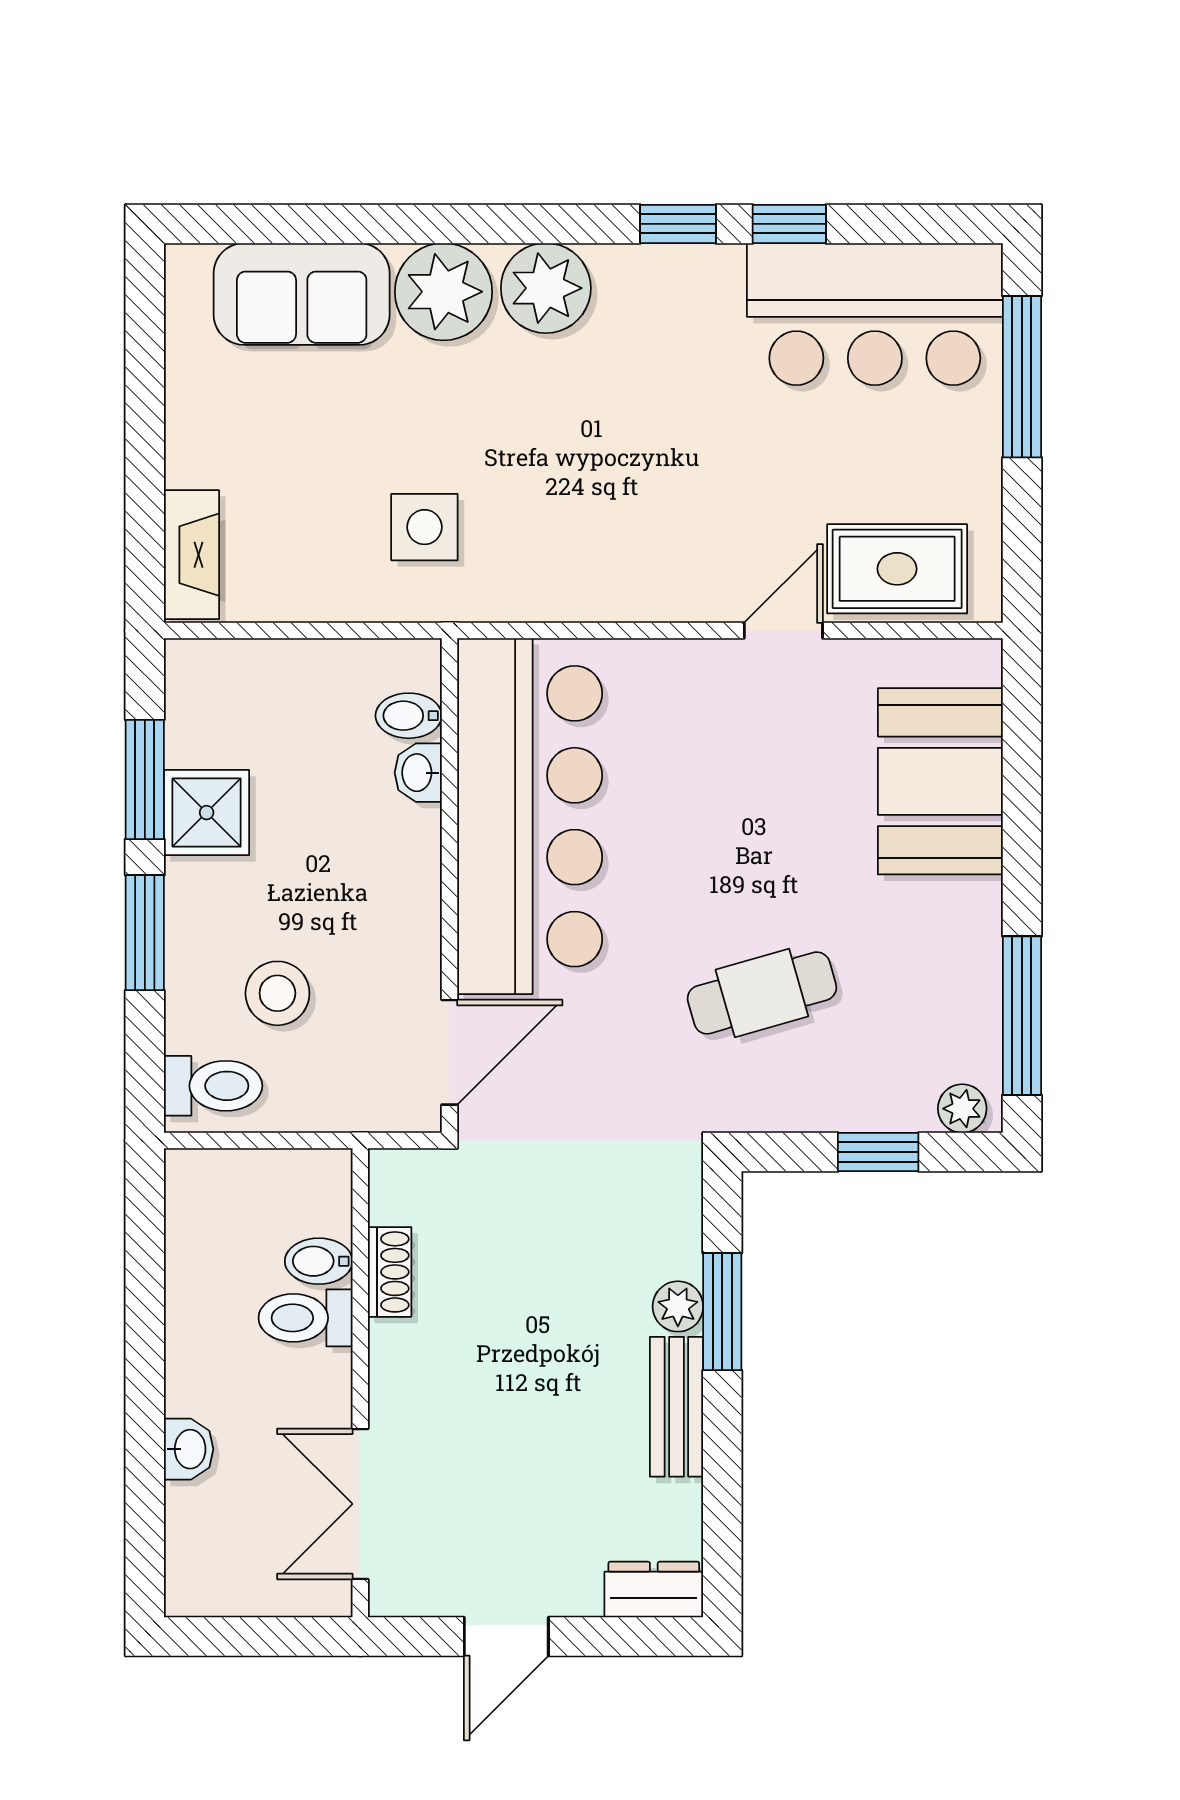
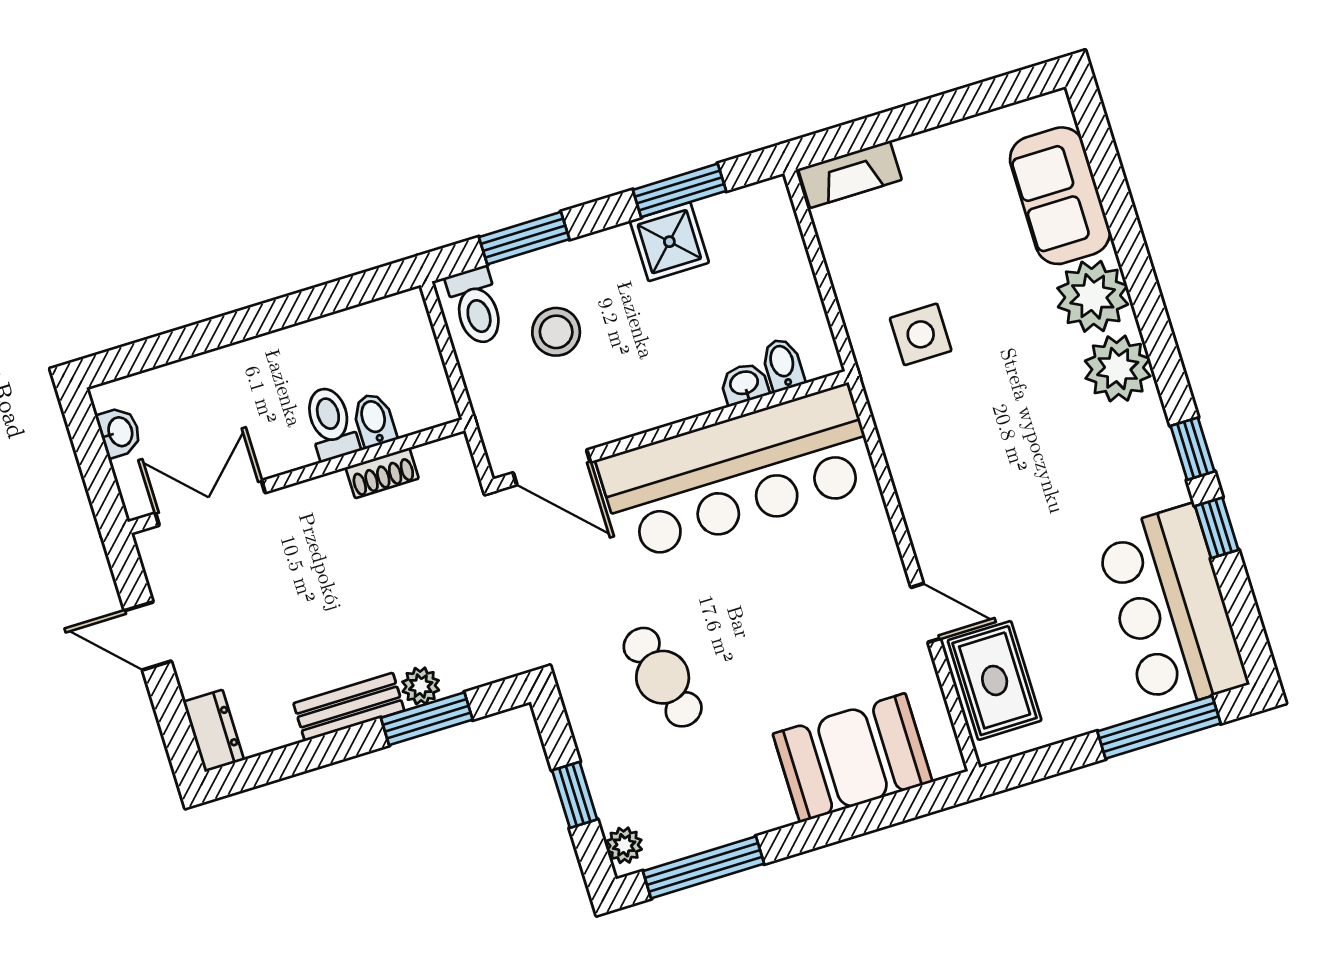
window: (145, 933) -> (524, 238), moved
washbasin: (189, 1449) -> (119, 432), moved, turned -90

